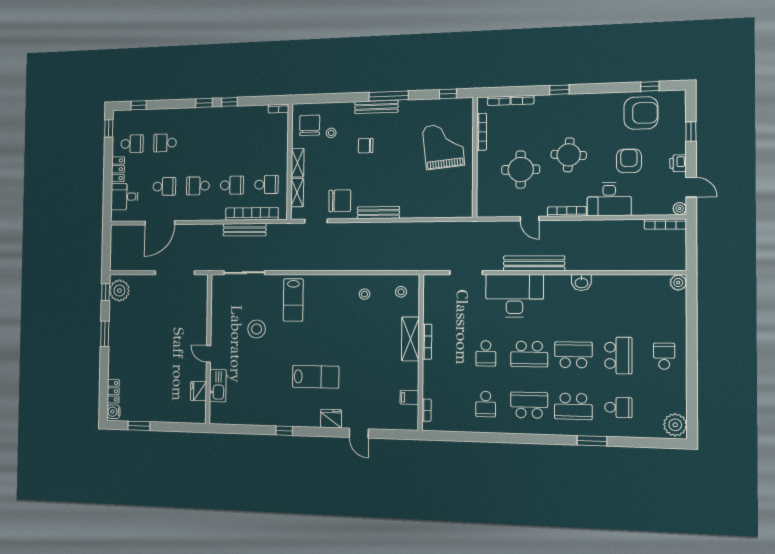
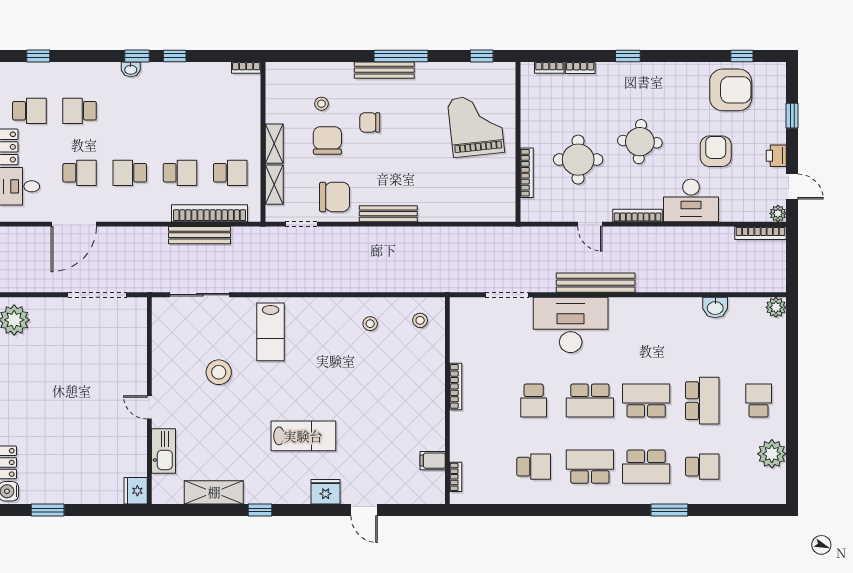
washbasin: (200, 113) -> (131, 69), added
chair: (310, 125) -> (327, 140), moved
bookcase: (482, 132) -> (527, 173), moved
washbasin: (581, 282) -> (715, 307), moved
shelving: (410, 339) -> (214, 492), moved, turned 90
fridge: (199, 391) -> (136, 491), moved
school desk: (486, 404) -> (534, 467), turned -90
plant: (675, 425) -> (772, 454), moved

